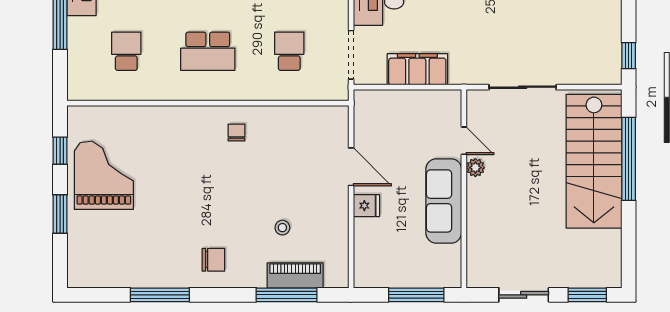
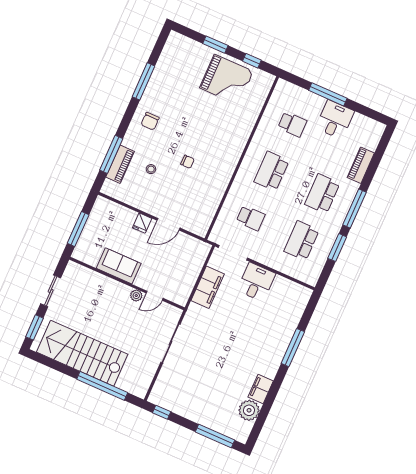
chair: (236, 132) -> (187, 162), moved
stairs: (594, 161) -> (82, 353), moved
sofa: (444, 201) -> (119, 266), width x0.73

